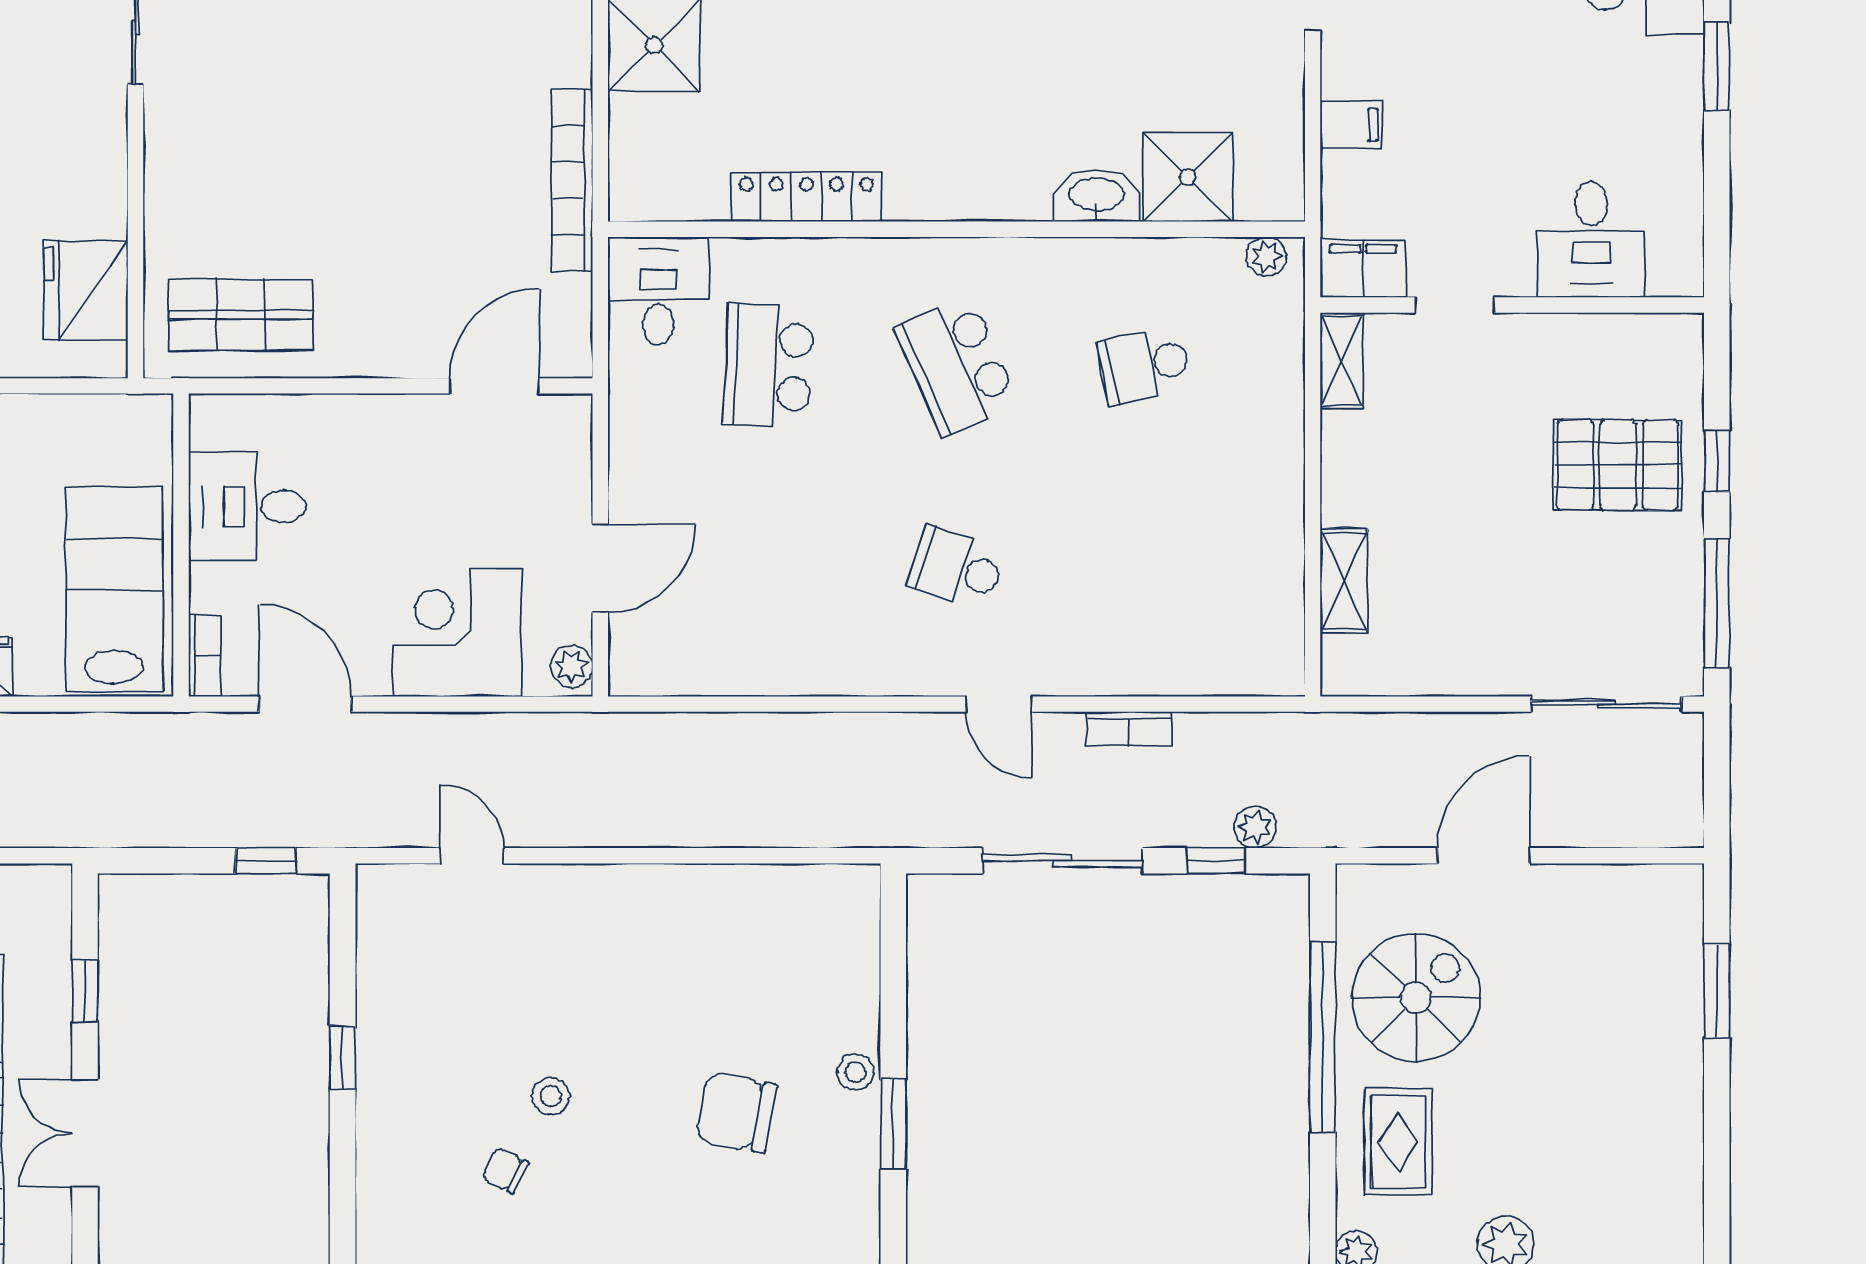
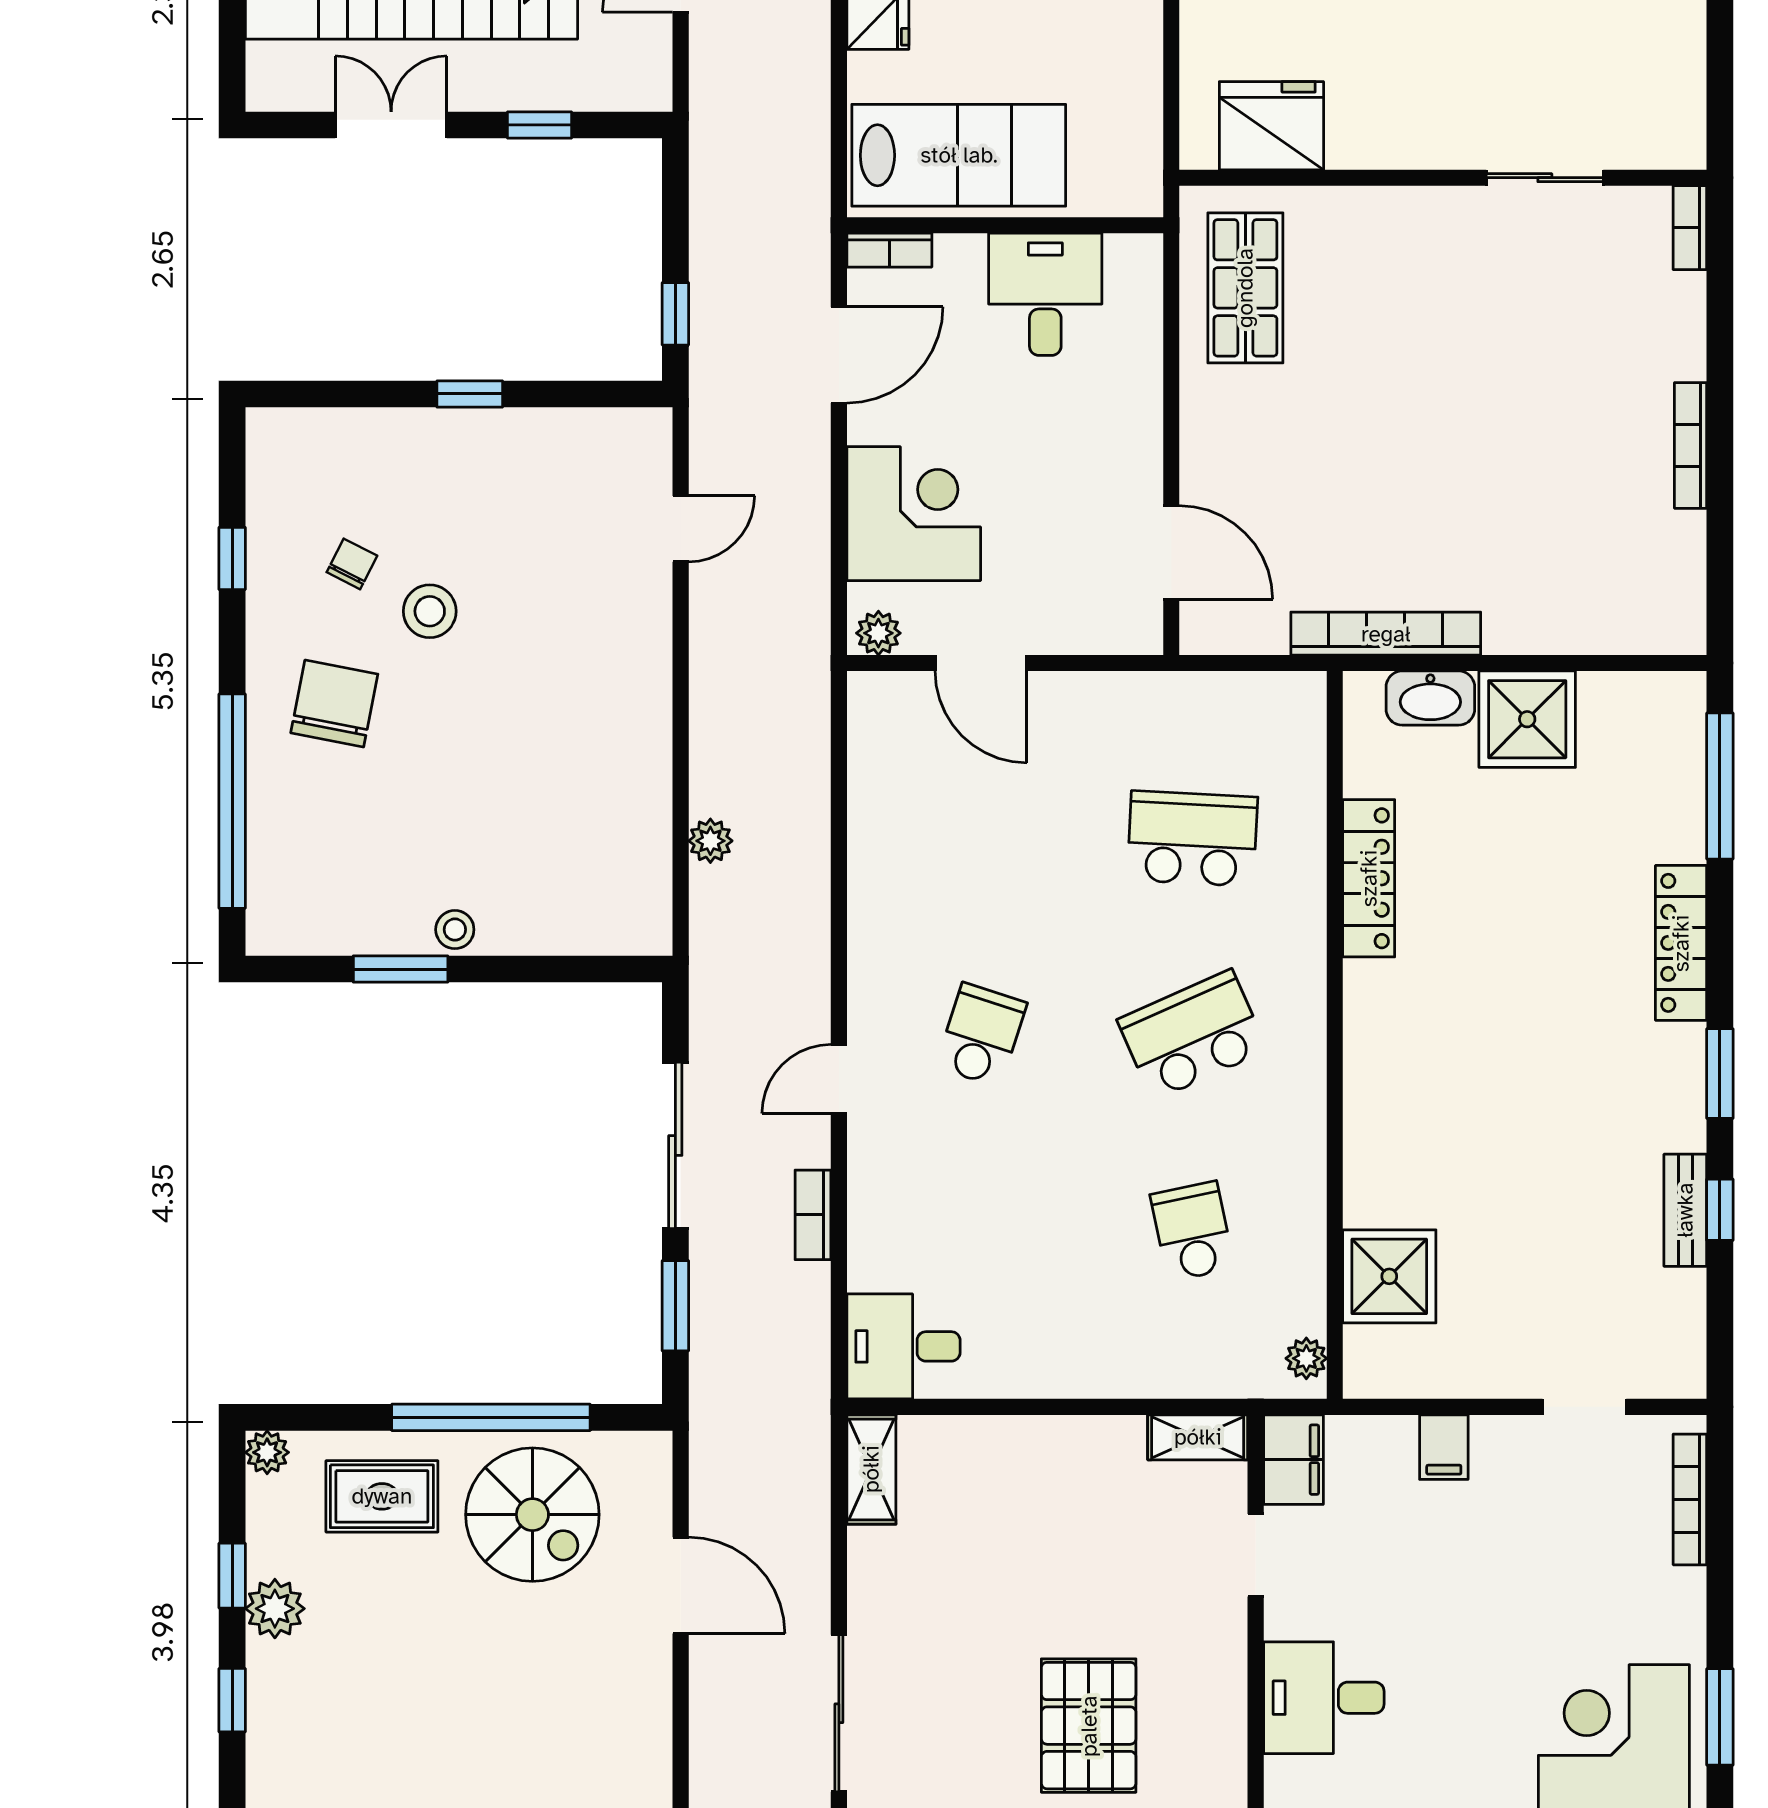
washbasin: (1097, 196) -> (1430, 698), moved, turned 90
desk: (658, 291) -> (903, 1346), moved, turned 180
shelving: (1344, 581) -> (871, 1469), moved, turned 90
plant: (1255, 827) -> (710, 841), moved
window: (1216, 861) -> (675, 1306), width x1.50
stool: (551, 1096) -> (430, 611), width x1.37, depth x1.37
chair: (737, 1112) -> (334, 704), moved

